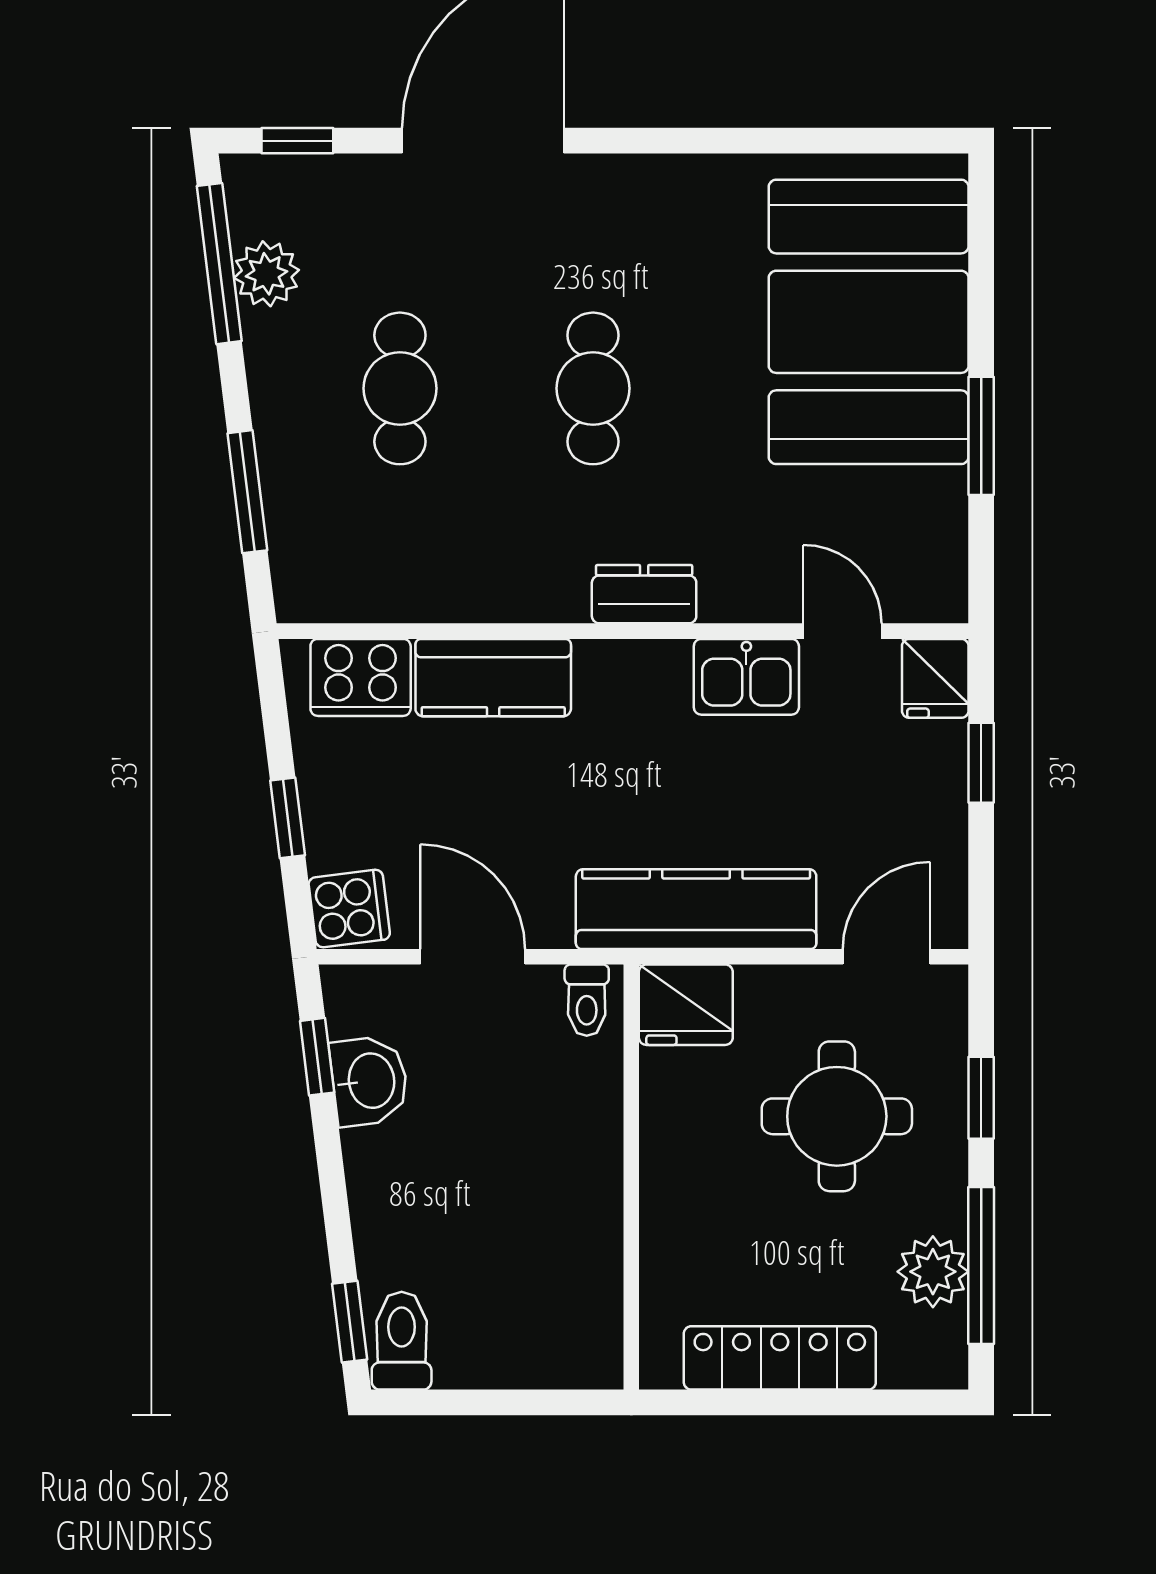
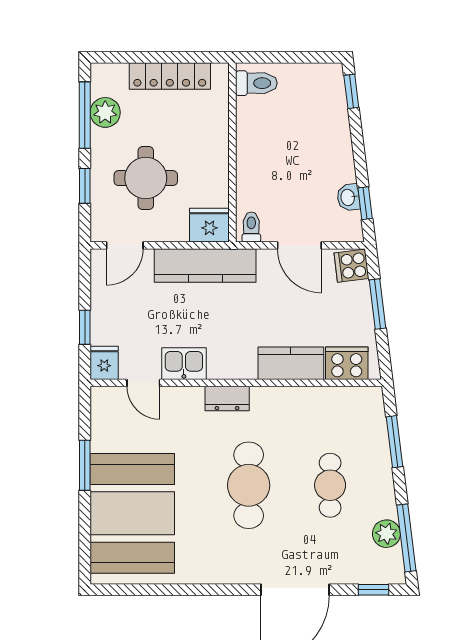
cafe table: (593, 388) -> (249, 485), width x1.37, depth x1.35
window: (288, 818) -> (378, 304), width x1.50
washbasin: (369, 1081) -> (348, 197), width x0.72, depth x0.69
toilet: (402, 1341) -> (256, 83), moved, turned -90

